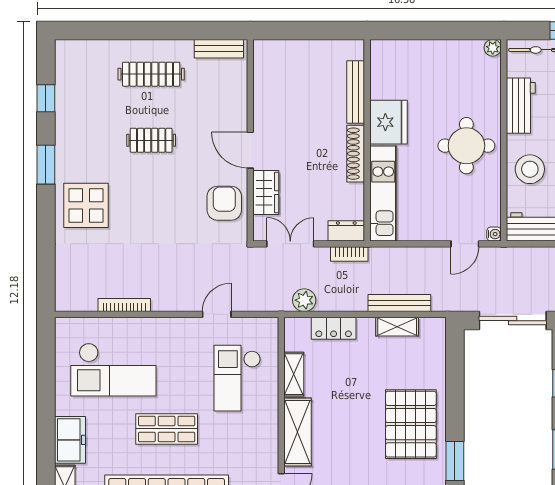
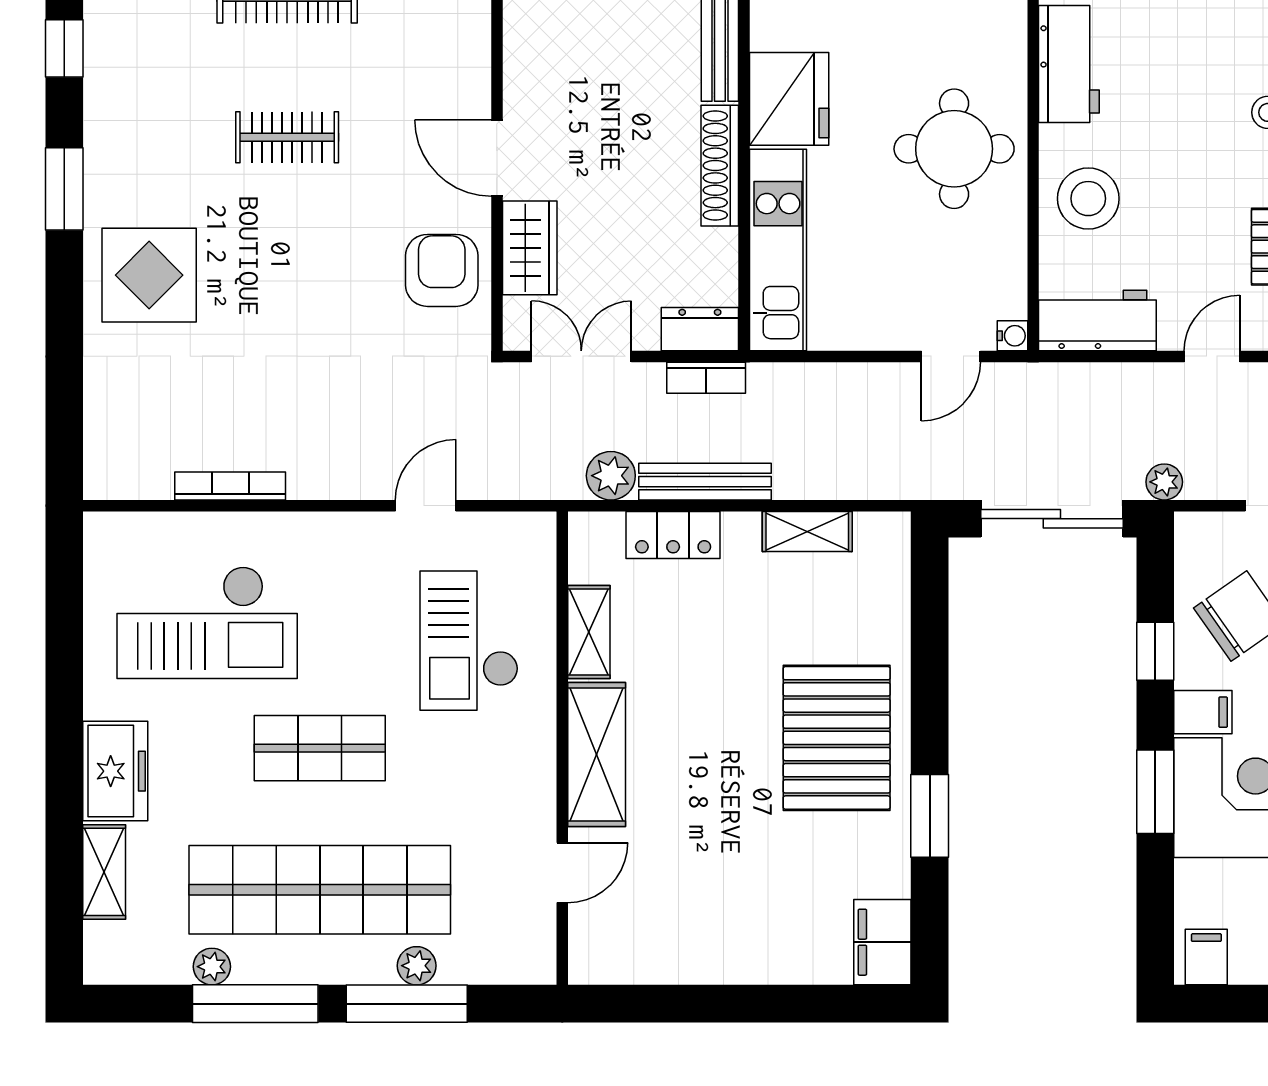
bench: (399, 303) -> (705, 482), moved

